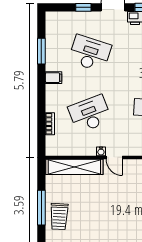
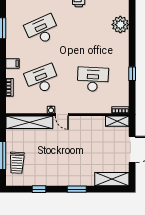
desk: (90, 53) -> (42, 30), turned -42
filing cabinet: (54, 78) -> (12, 63), moved

